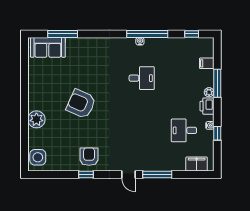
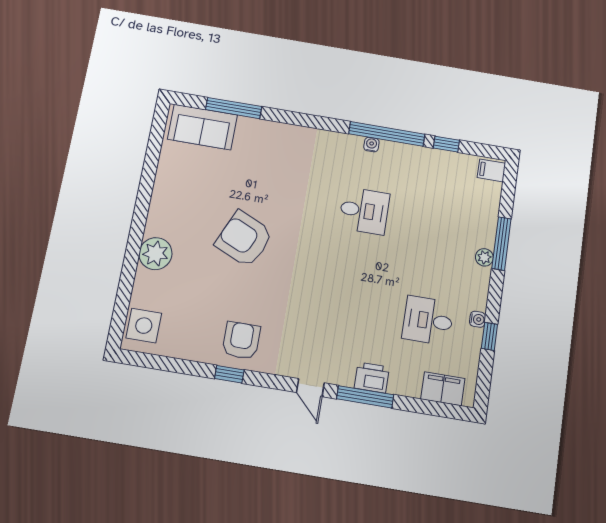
window: (192, 34) -> (446, 144), moved
filing cabinet: (207, 63) -> (491, 170), moved
printer: (207, 106) -> (372, 378), moved, turned 90

